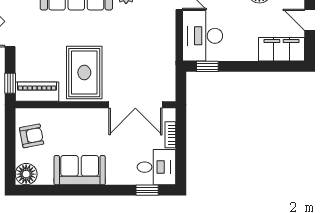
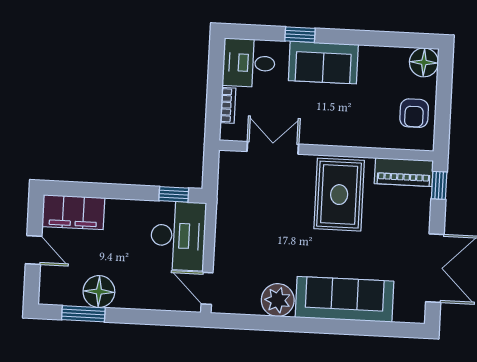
double door: (135, 105) -> (273, 148), width x0.73
armchair: (32, 136) -> (414, 113), turned -79
sofa: (80, 170) -> (323, 63), moved
window: (147, 190) -> (300, 35), moved

